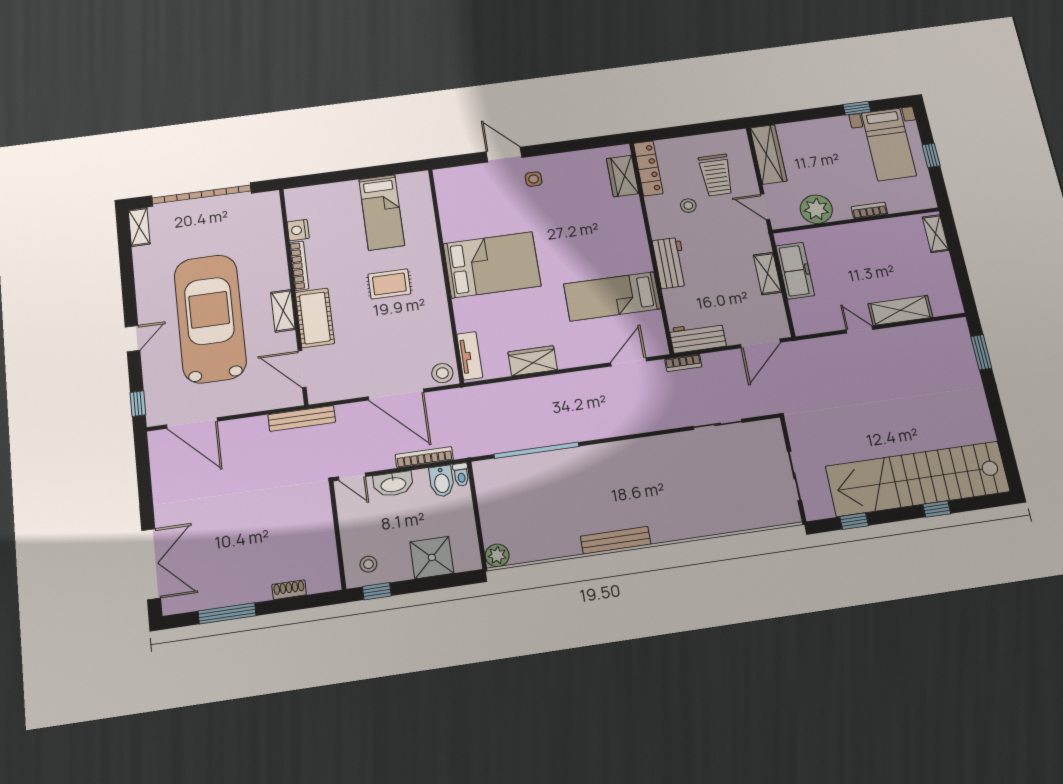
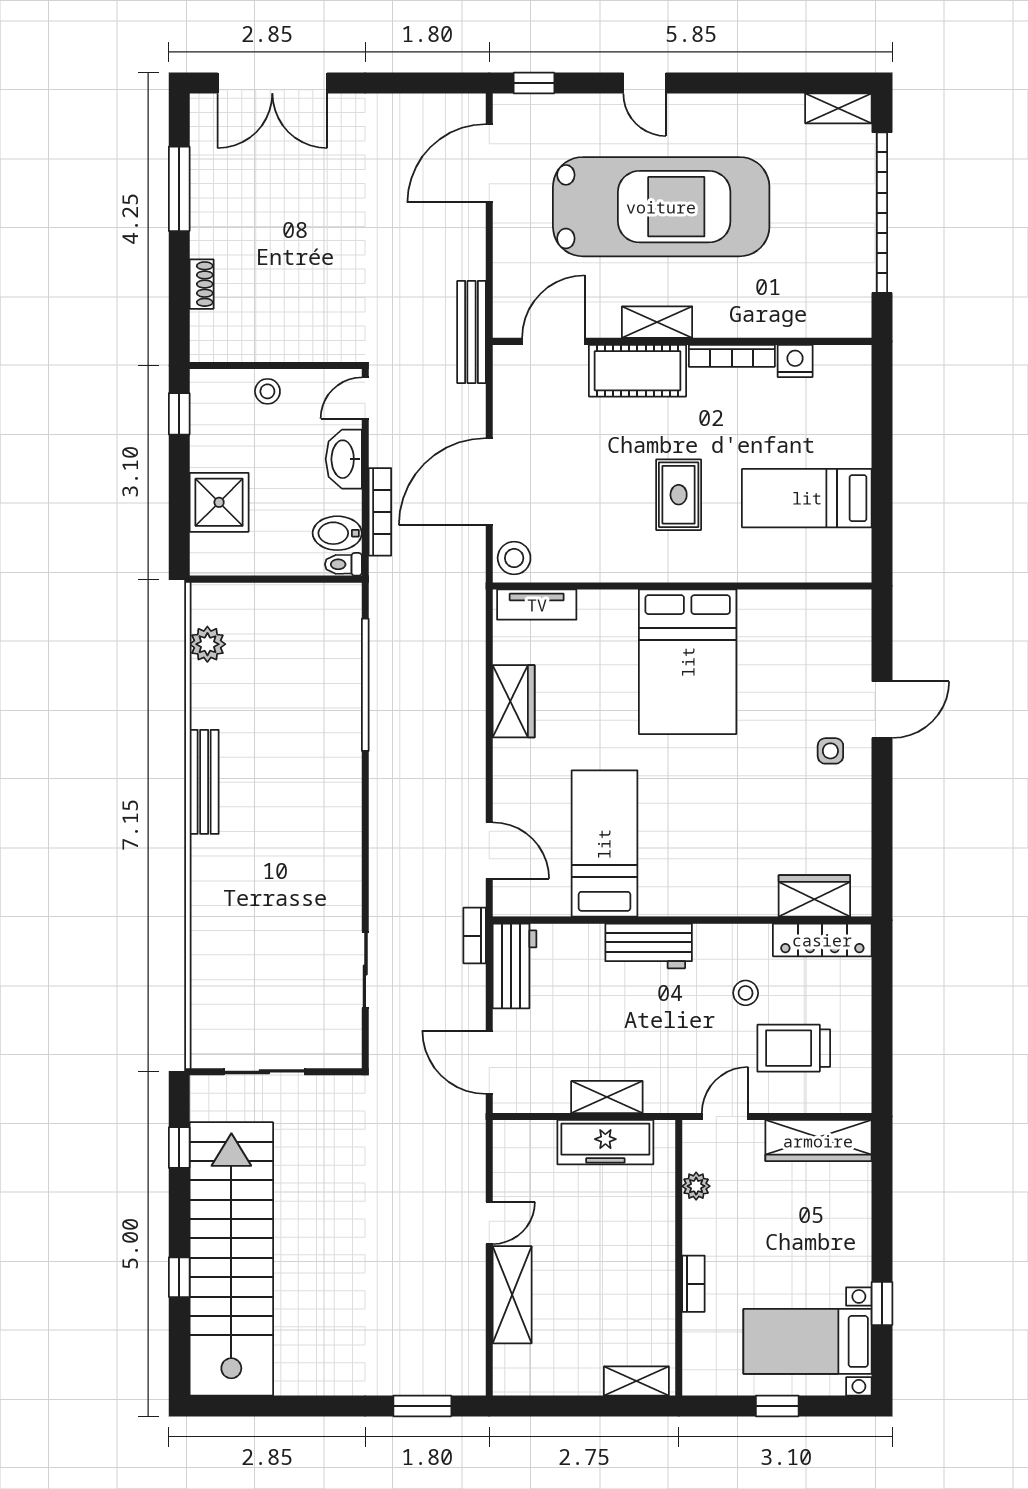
plant: (816, 209) -> (696, 1186), width x0.53, depth x0.53
plant: (497, 555) -> (207, 644), moved
stool: (368, 564) -> (267, 391), moved

